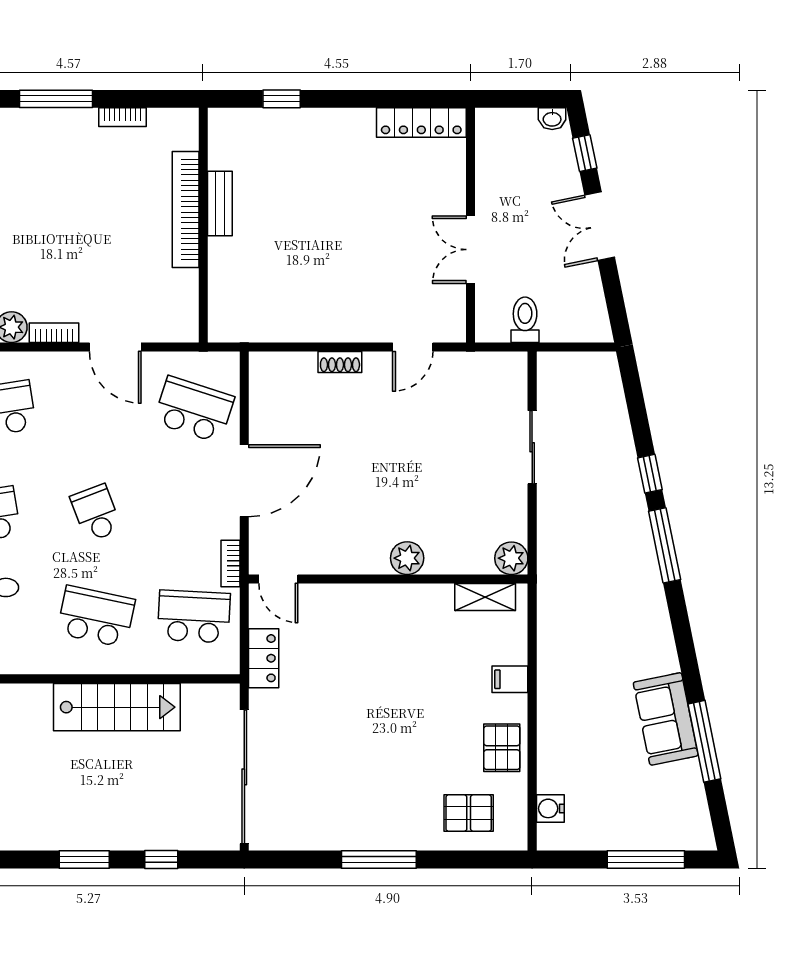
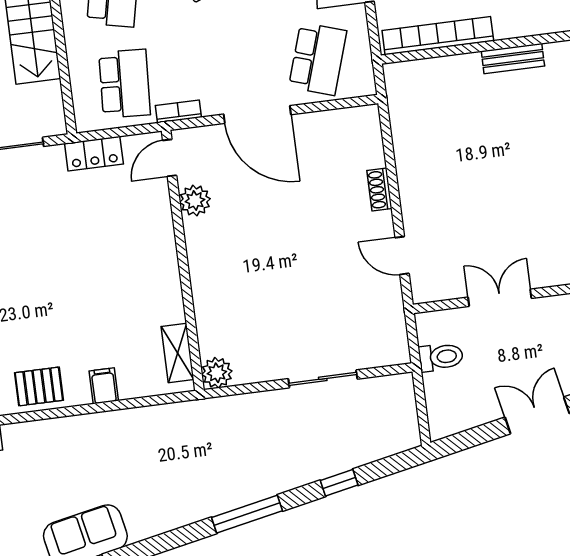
bookcase: (186, 209) -> (438, 36), moved
window: (650, 474) -> (339, 483), moved
plant: (407, 558) -> (195, 201), moved

